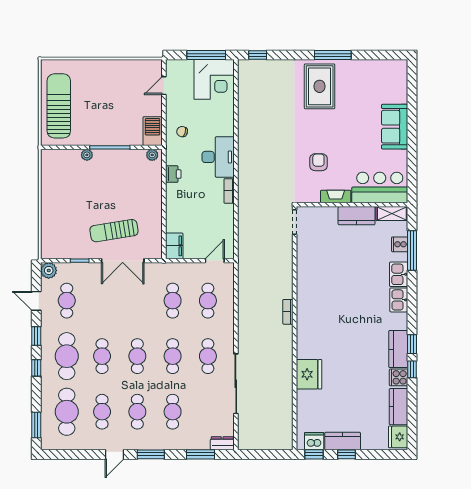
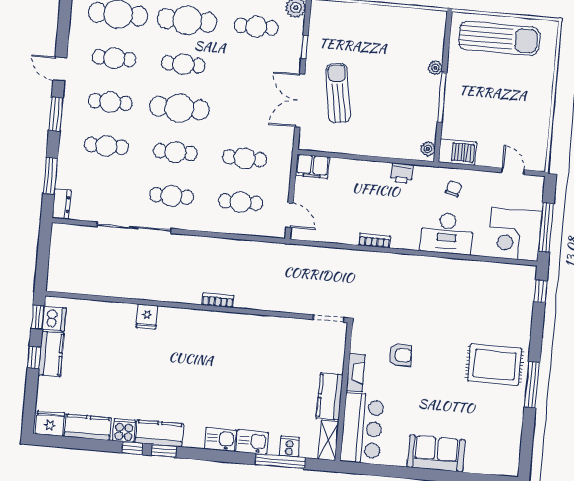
desk: (218, 157) -> (447, 233), moved
cafe table: (137, 356) -> (179, 108), width x1.37, depth x1.35
fridge: (309, 374) -> (147, 316), width x0.53, depth x0.75

